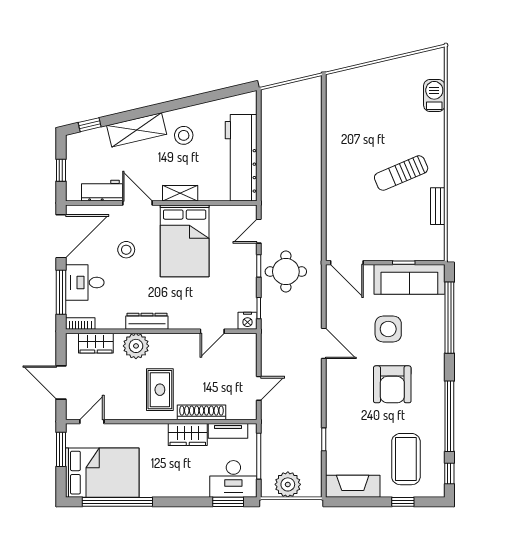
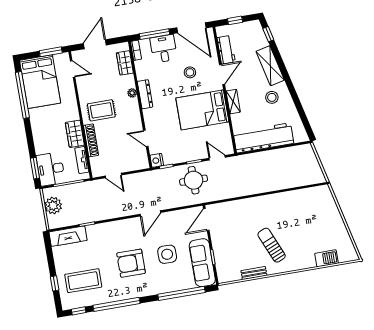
plant: (136, 346) -> (132, 93), width x0.53, depth x0.53
fireplace: (353, 486) -> (68, 236), moved, turned 90

